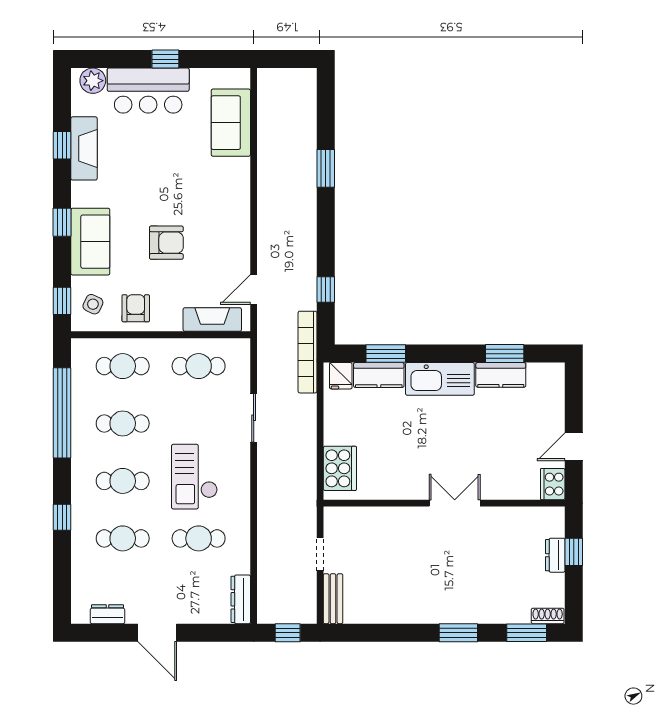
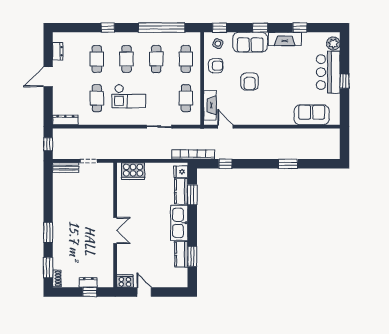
fireplace: (84, 148) -> (285, 39), moved
checkout: (194, 477) -> (129, 96), turned 180

